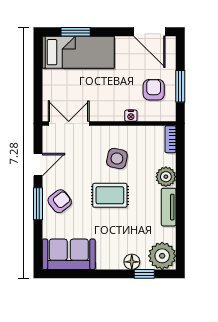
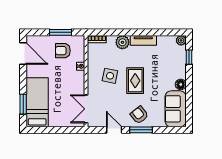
door: (149, 32) -> (23, 54), hinge flipped
plant: (162, 256) -> (181, 40), width x0.53, depth x0.53
floor lamp: (132, 262) -> (181, 84), moved

